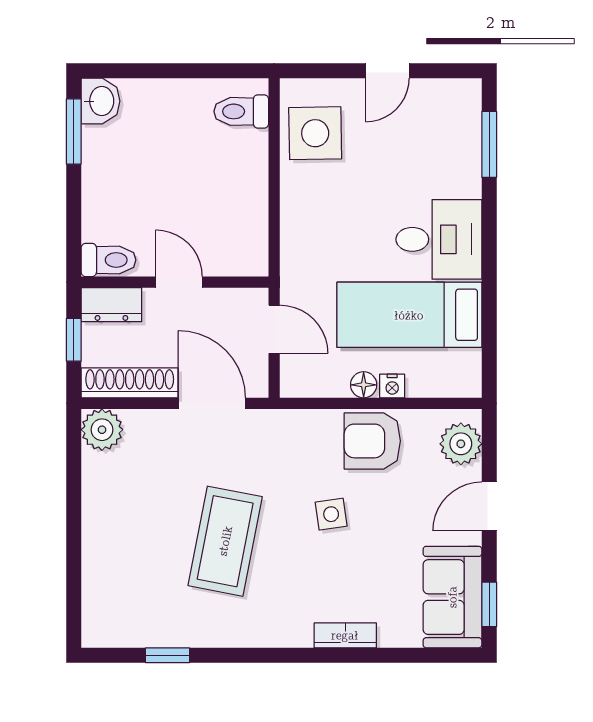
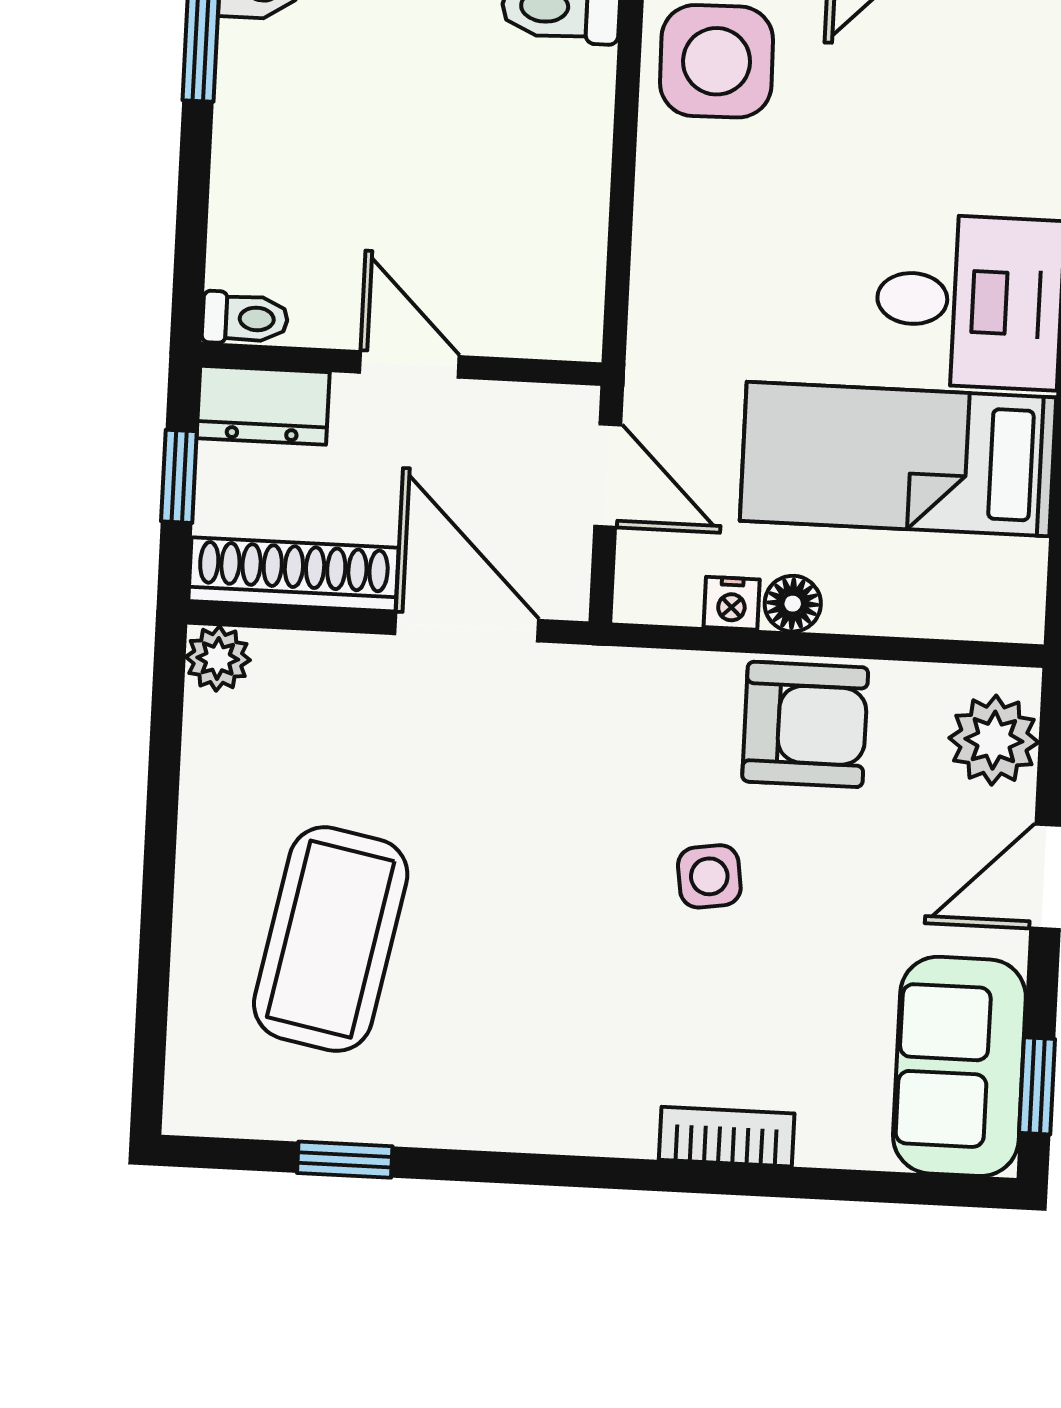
toilet: (109, 260) -> (245, 318), width x0.73, depth x0.72
nightstand: (392, 386) -> (732, 603), moved
plant: (102, 430) -> (218, 659), width x0.73, depth x0.73
armchair: (372, 441) -> (805, 724), turned 180
coffee table: (225, 541) -> (331, 939), moved

